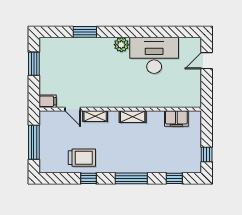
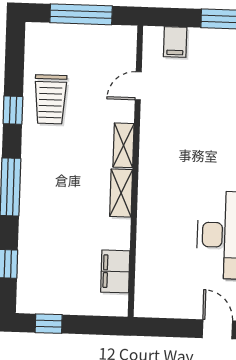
filing cabinet: (48, 101) -> (175, 42), moved
shelving: (95, 116) -> (124, 145), moved

